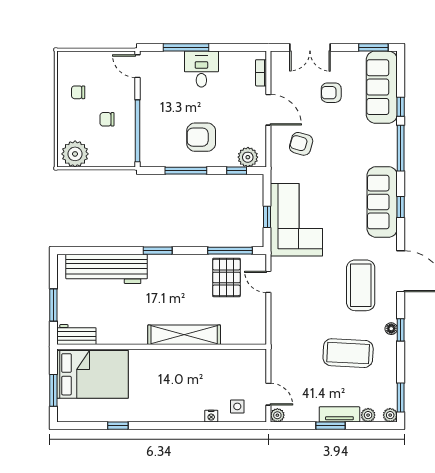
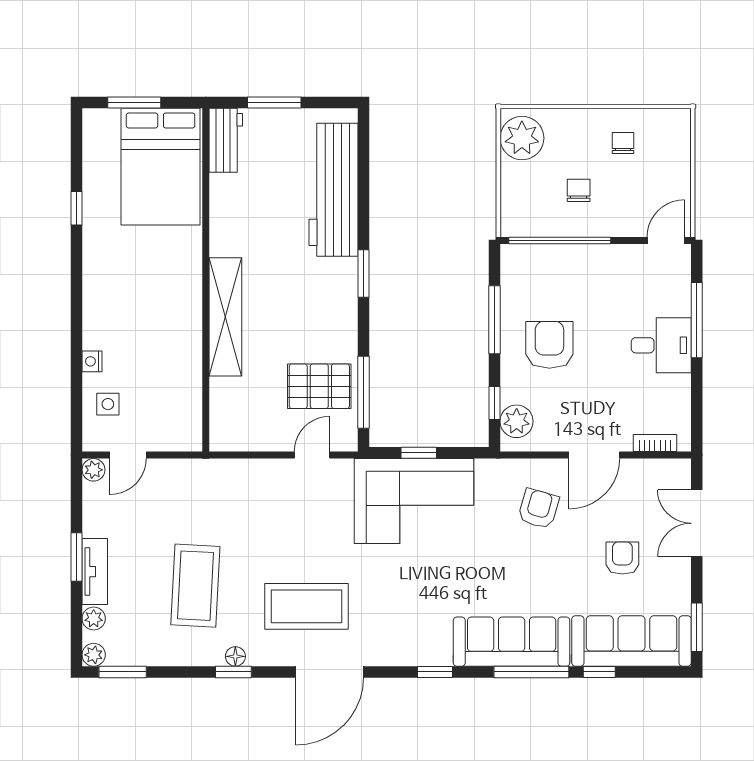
sofa: (382, 202) -> (512, 642), moved

